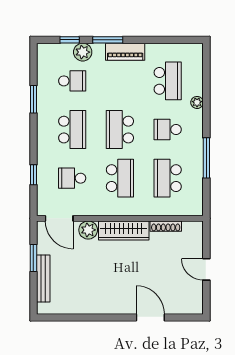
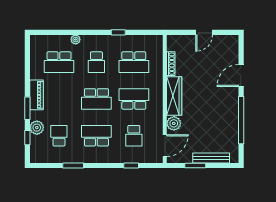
school desk: (168, 81) -> (59, 62), turned 180
window: (206, 158) -> (118, 32), width x0.46
window: (92, 318) -> (241, 120), added

